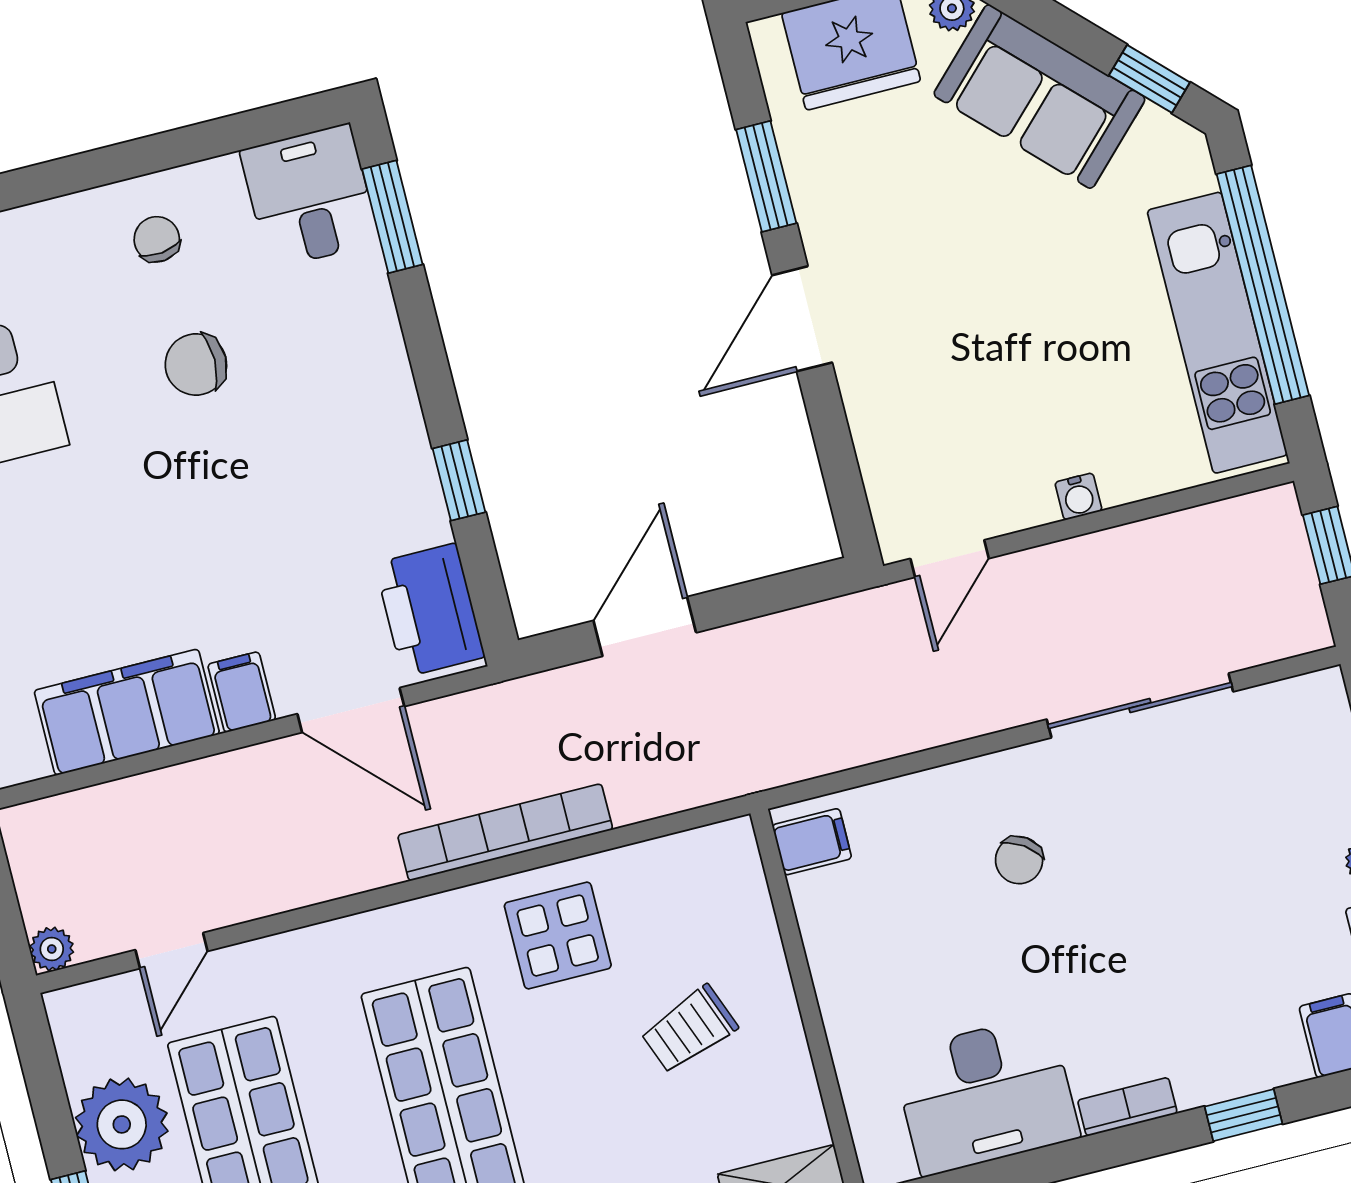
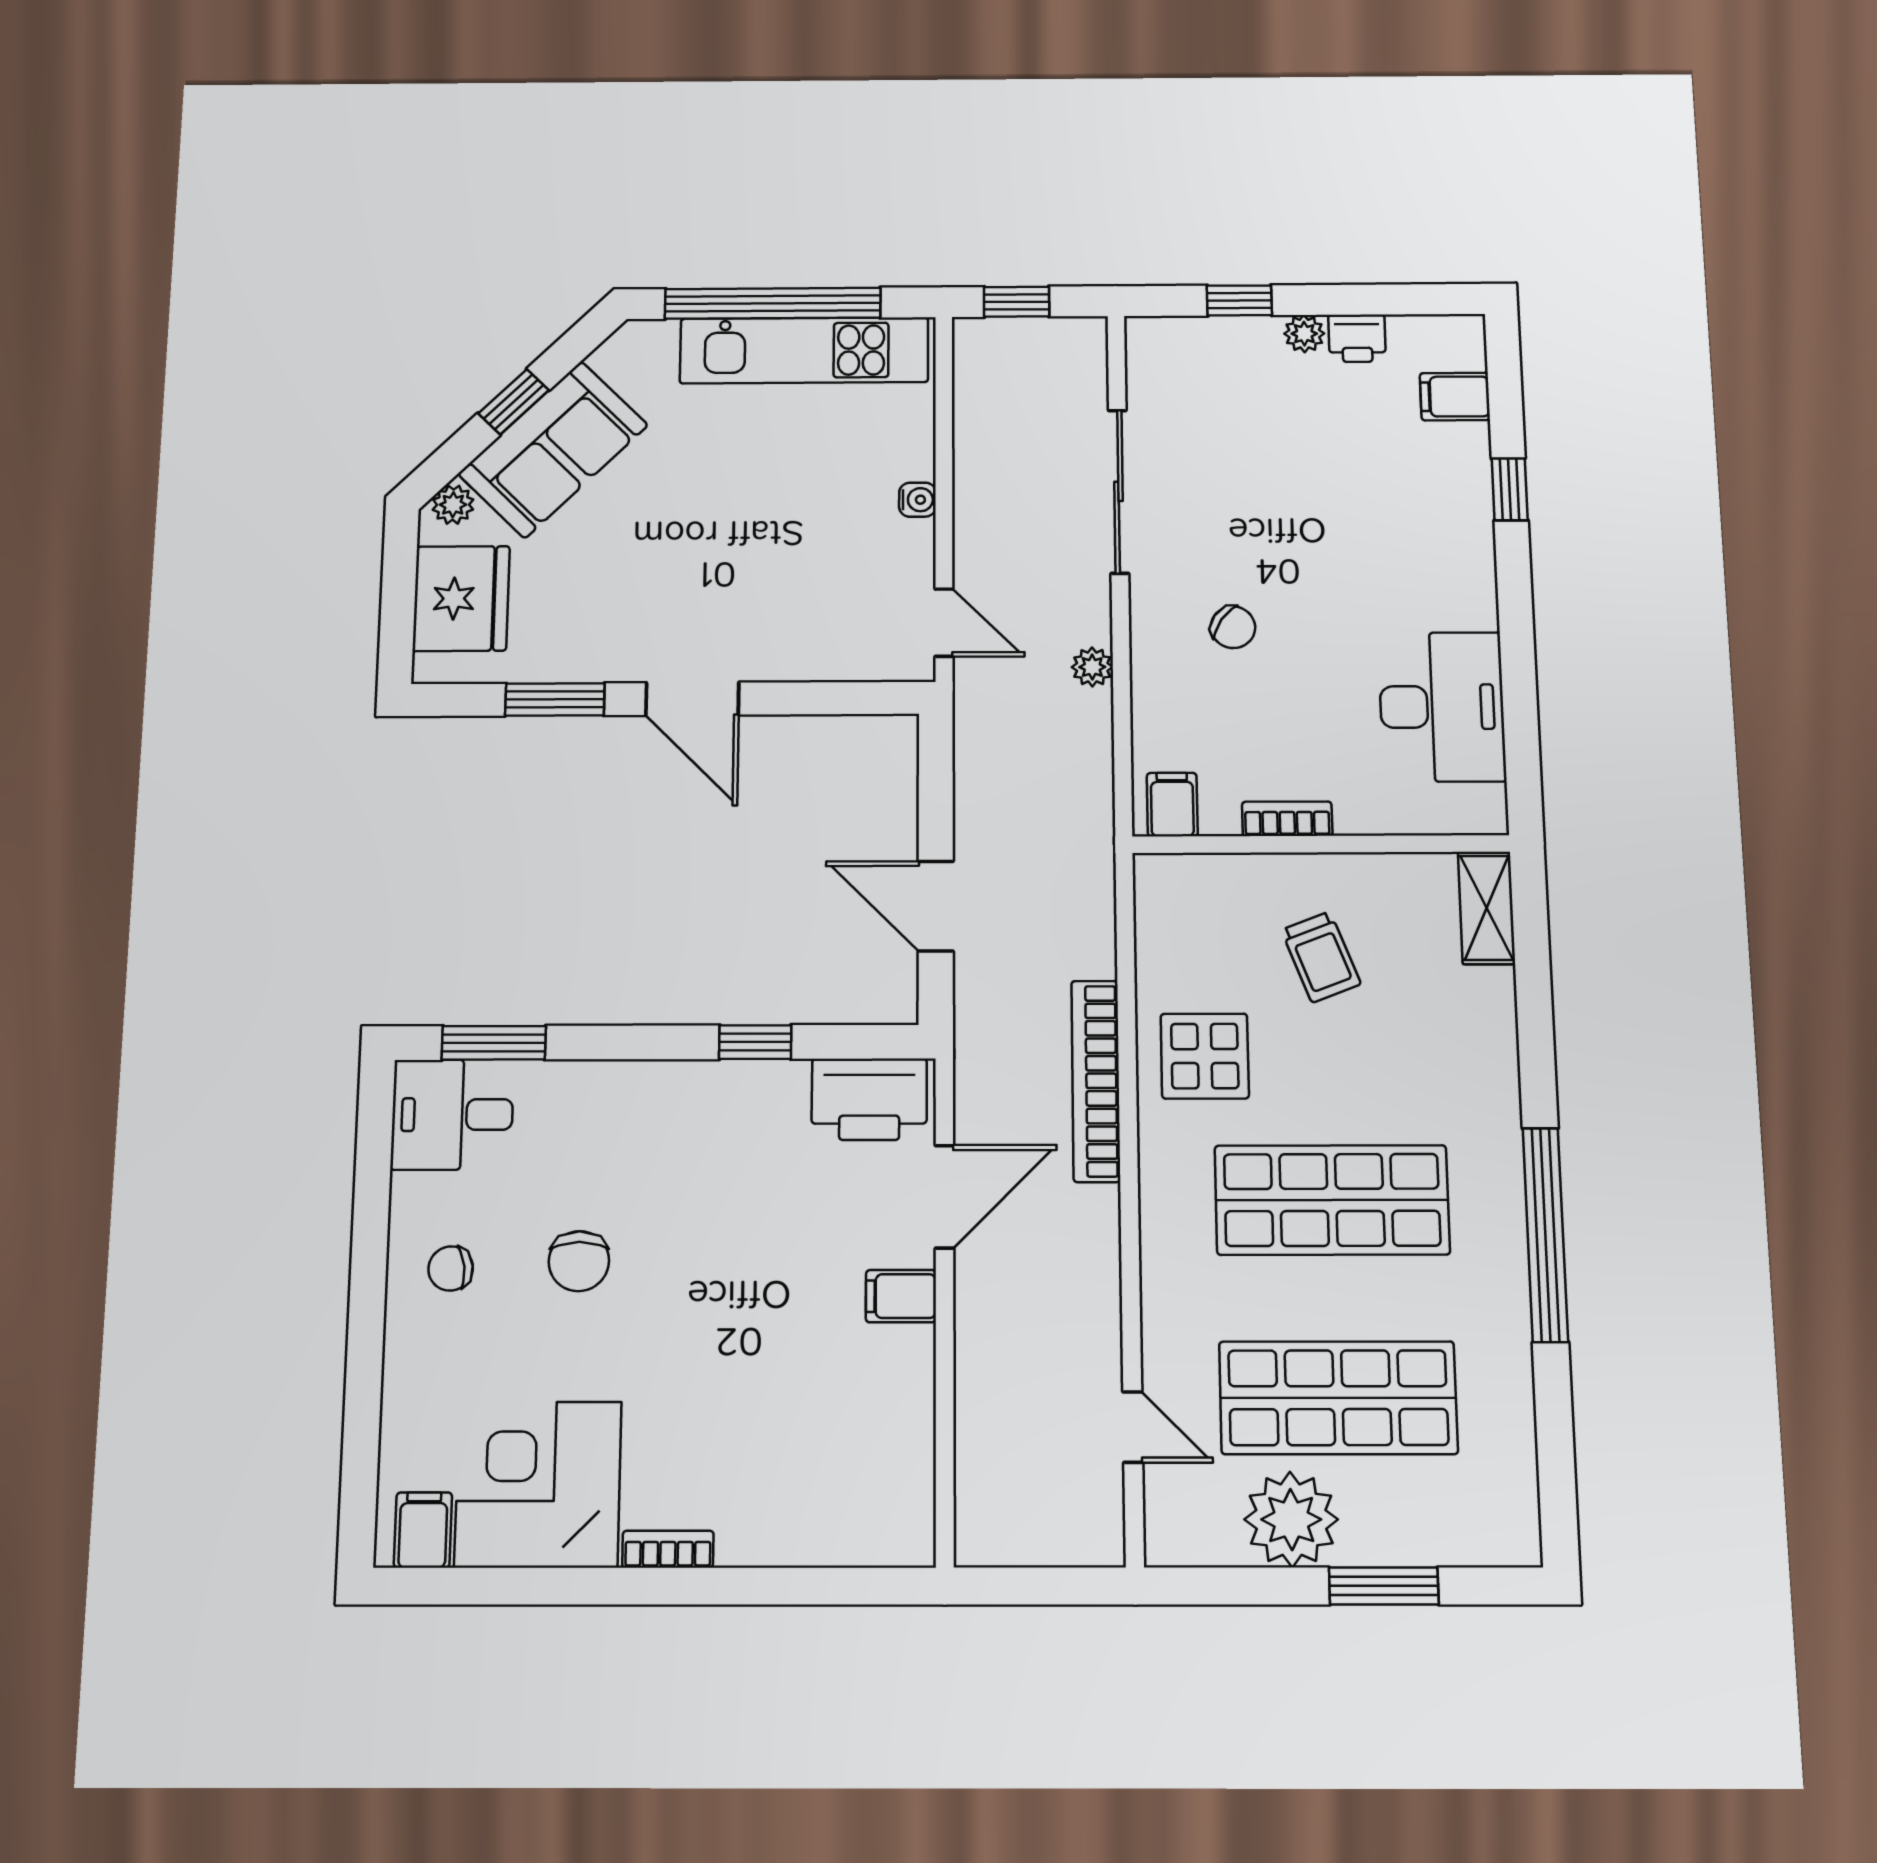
window: (1149, 79) -> (514, 402), moved
filing cabinet: (127, 712) -> (892, 1412), removed
plant: (52, 949) -> (1092, 667), moved
bookcase: (1127, 1107) -> (1287, 819), moved, turned 90

